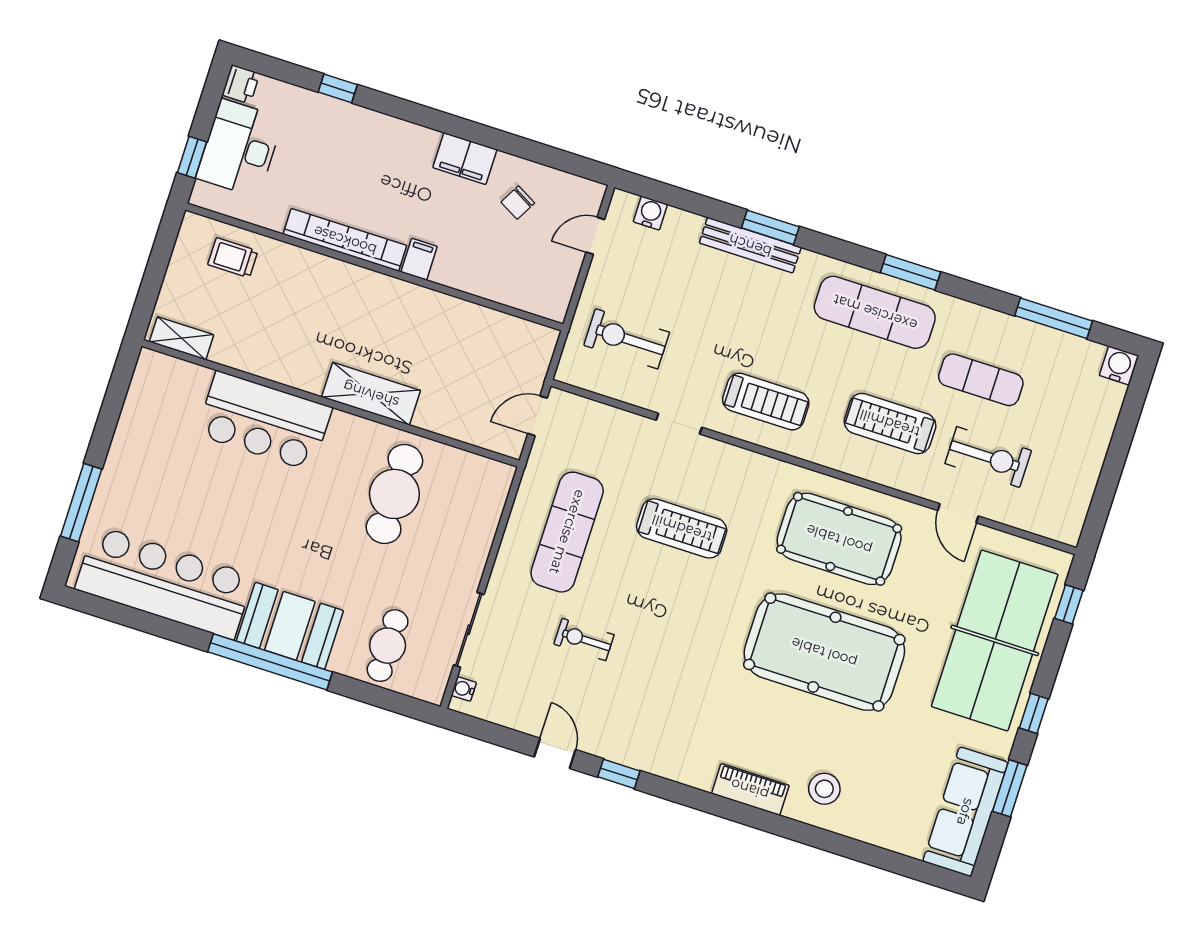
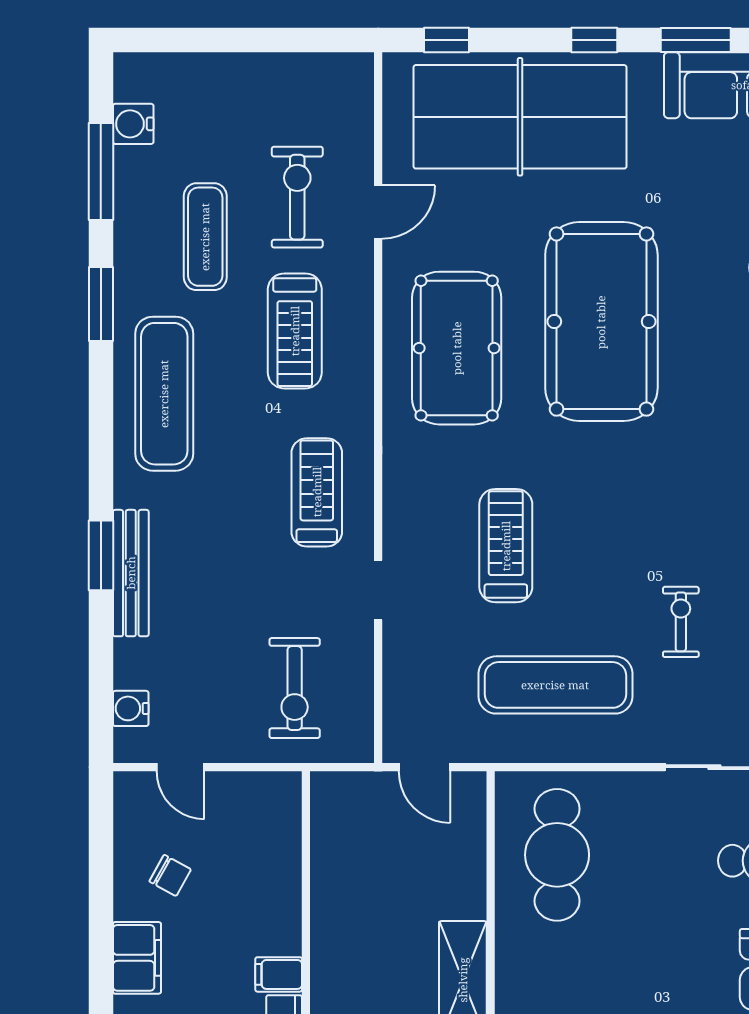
window: (911, 272) -> (101, 304), moved
water cooler: (1119, 365) -> (133, 124), moved
cafe table: (394, 494) -> (557, 855), moved, turned 90
exercise bike: (584, 639) -> (681, 622), turned 180

